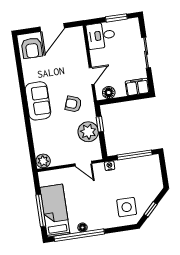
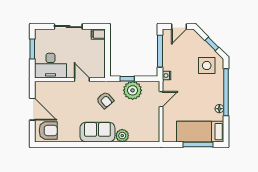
desk: (101, 35) -> (50, 66), width x1.37
filing cabinet: (137, 87) -> (98, 34), width x0.50
floor lamp: (109, 93) -> (99, 66), removed
armchair: (73, 104) -> (105, 100), turned -61
plant: (43, 161) -> (122, 136), moved
door: (164, 171) -> (179, 27), added
window: (79, 235) -> (226, 92), moved

